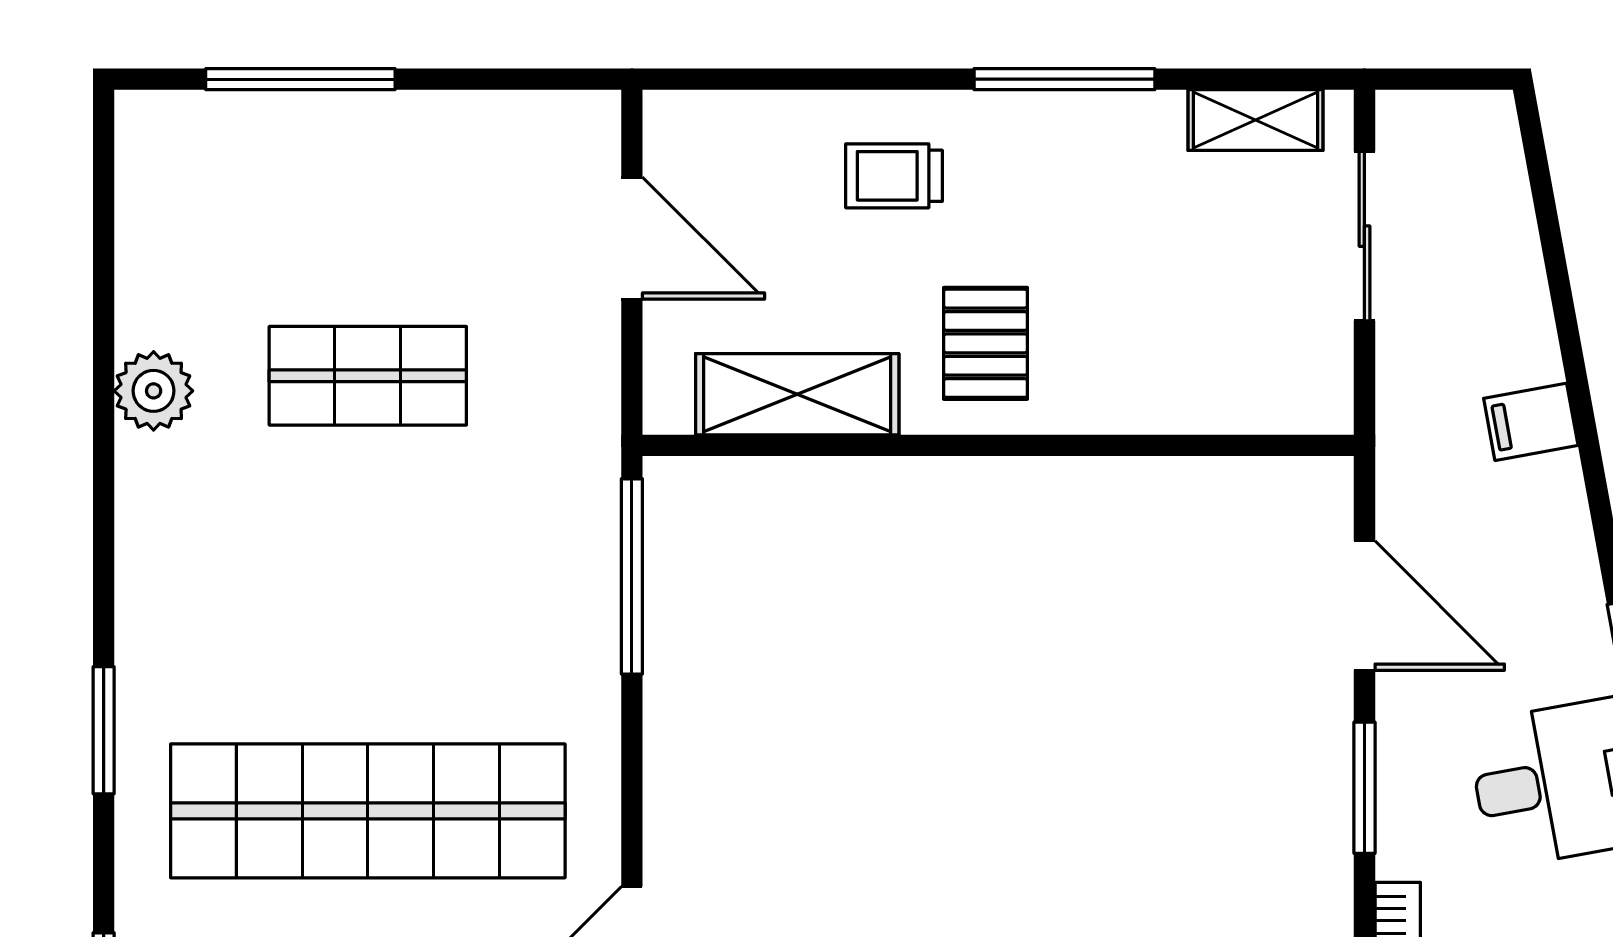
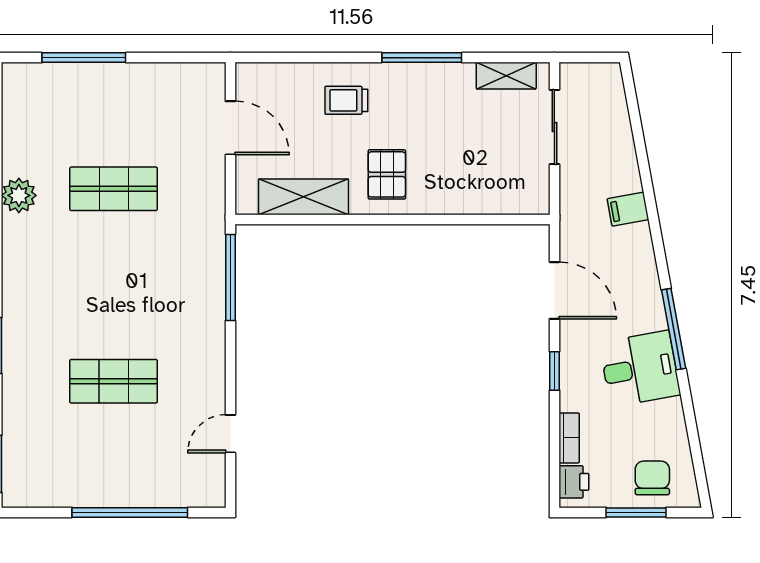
window: (1364, 788) -> (554, 371), width x0.67
shop shelf: (368, 811) -> (114, 381), width x0.50, depth x0.74

